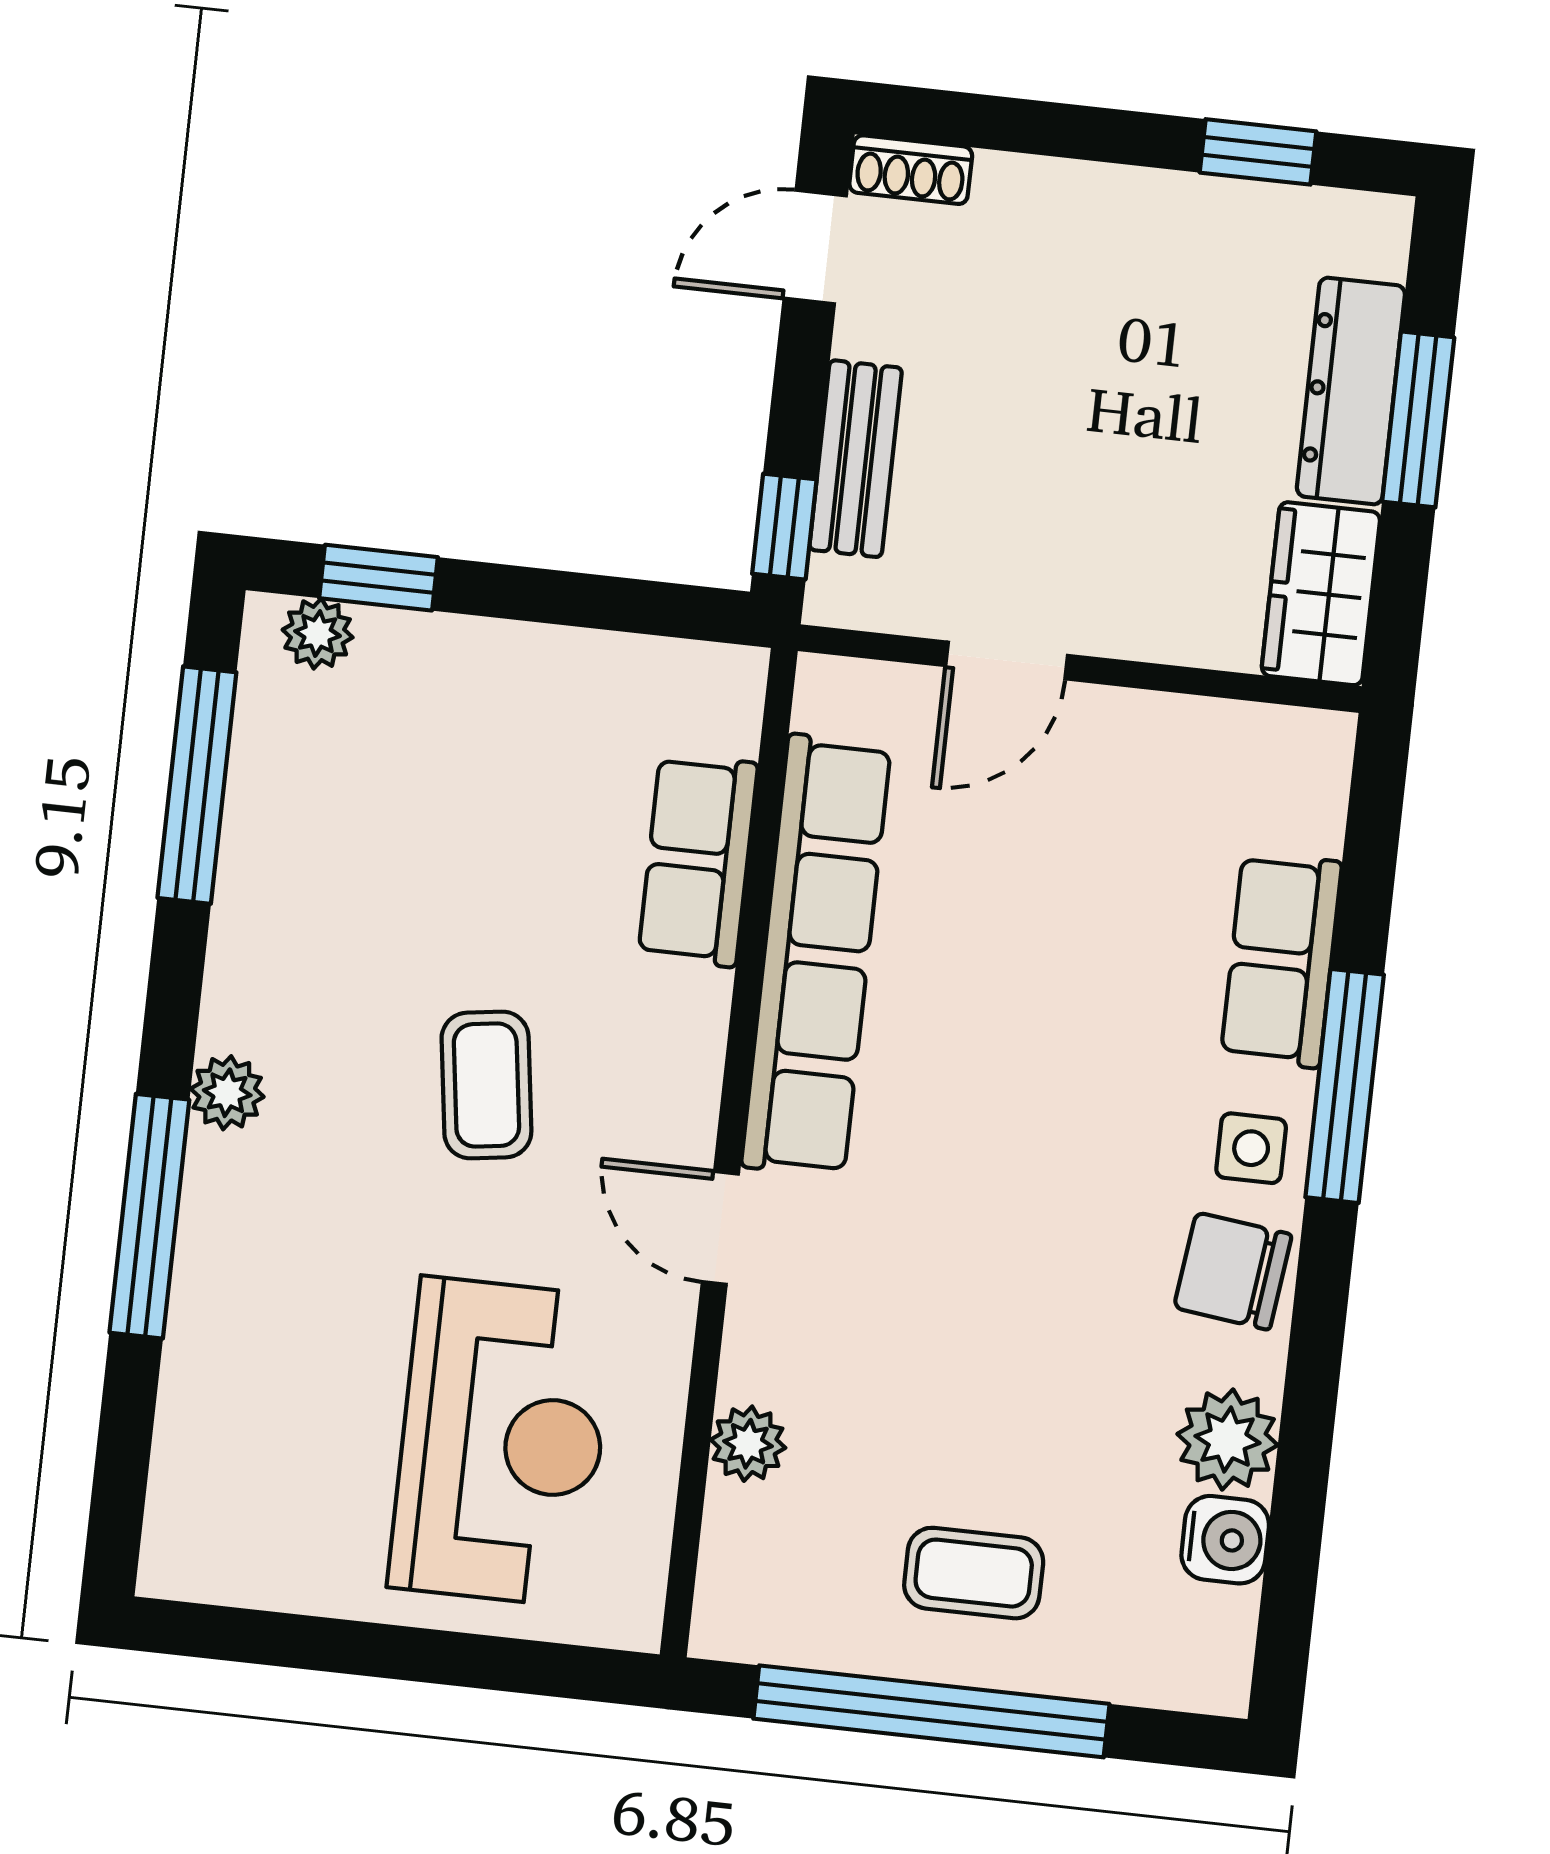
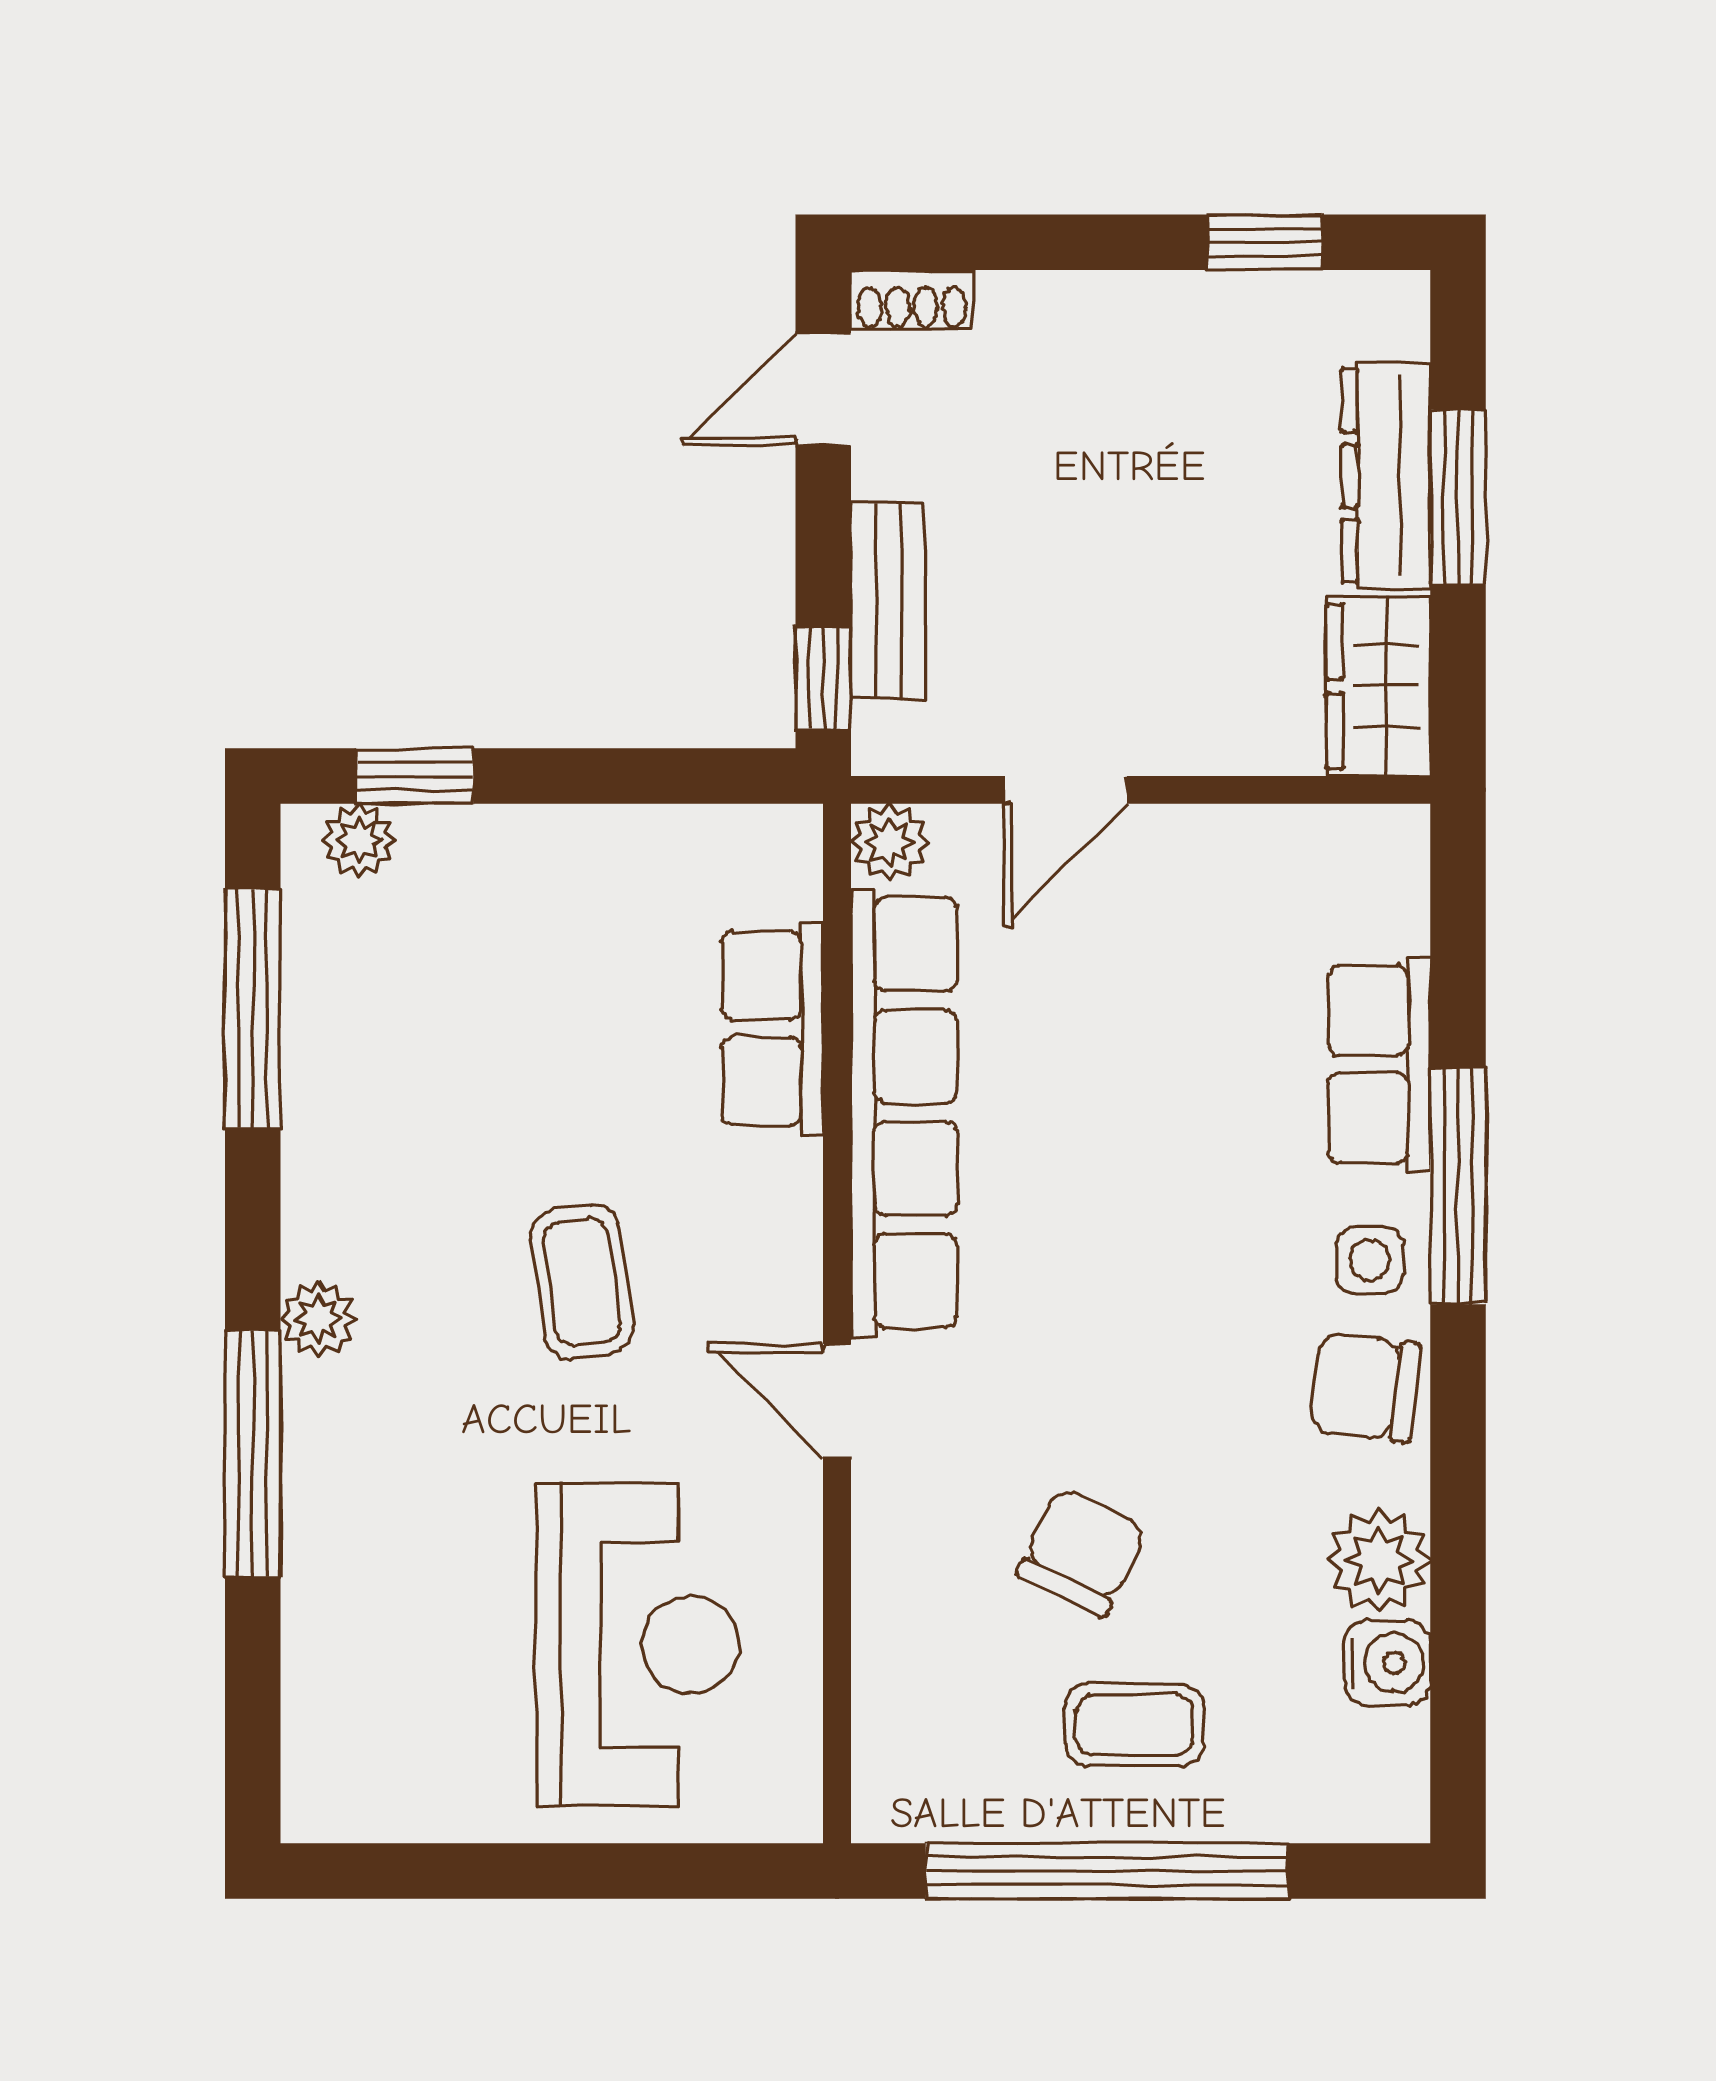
chair: (941, 1400) -> (1082, 1552), added
plant: (748, 1444) -> (889, 842), moved

